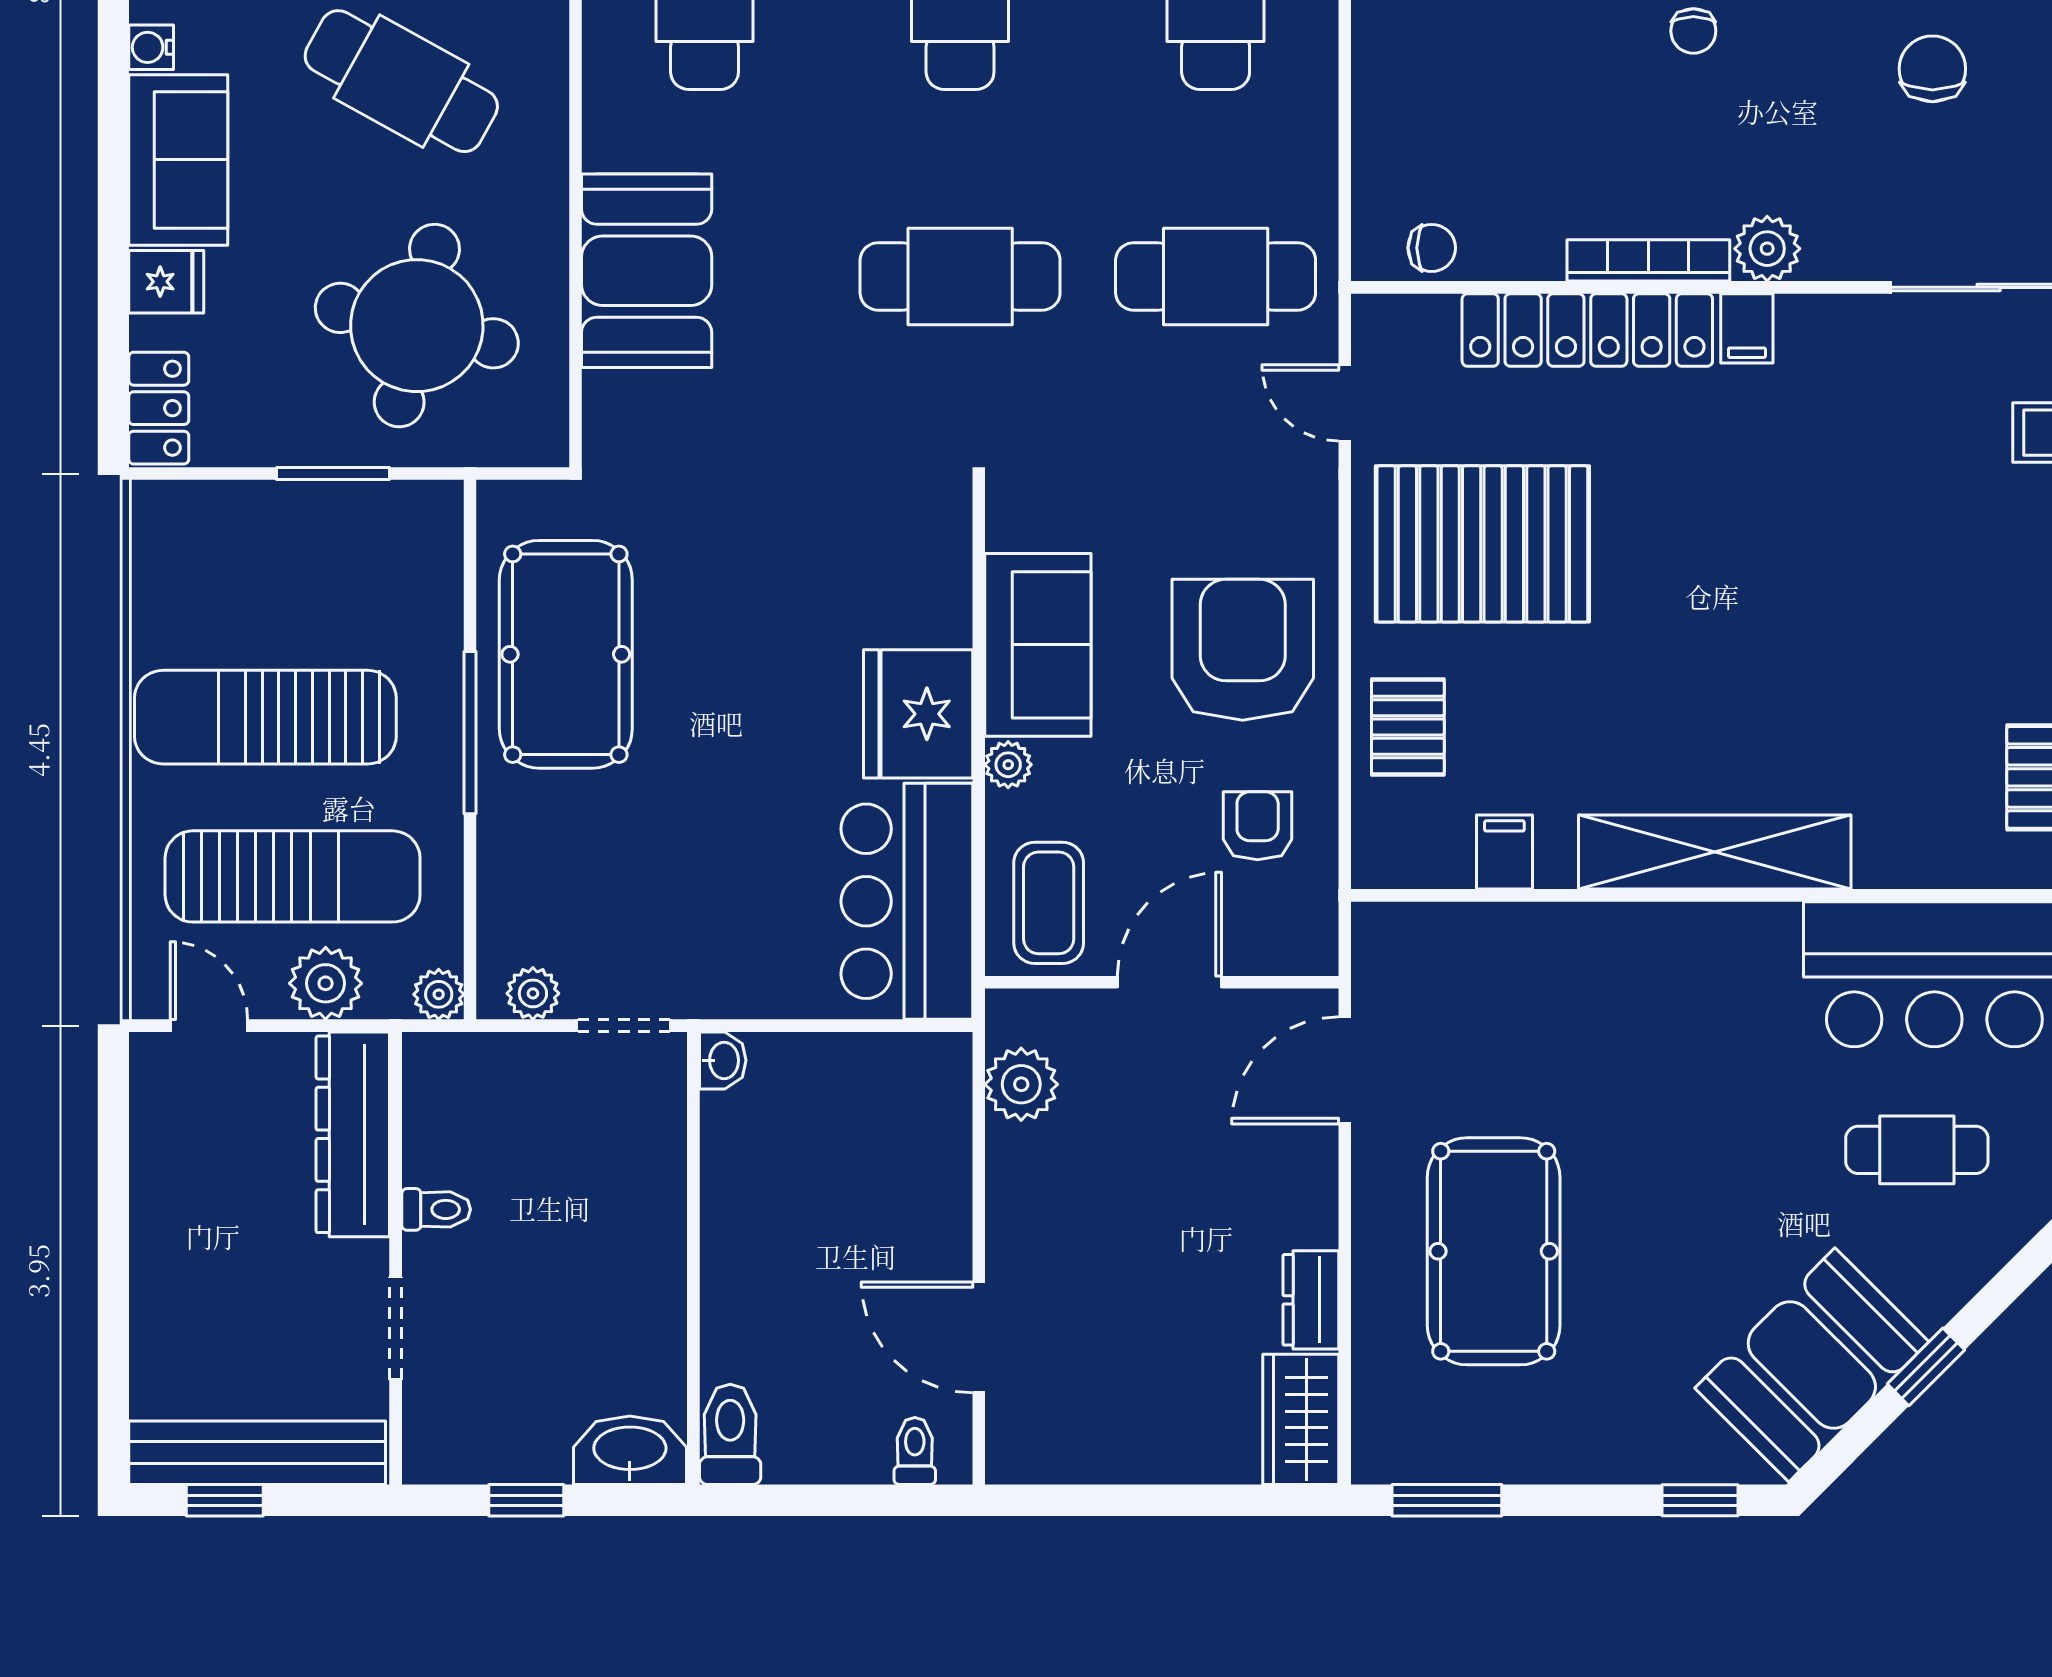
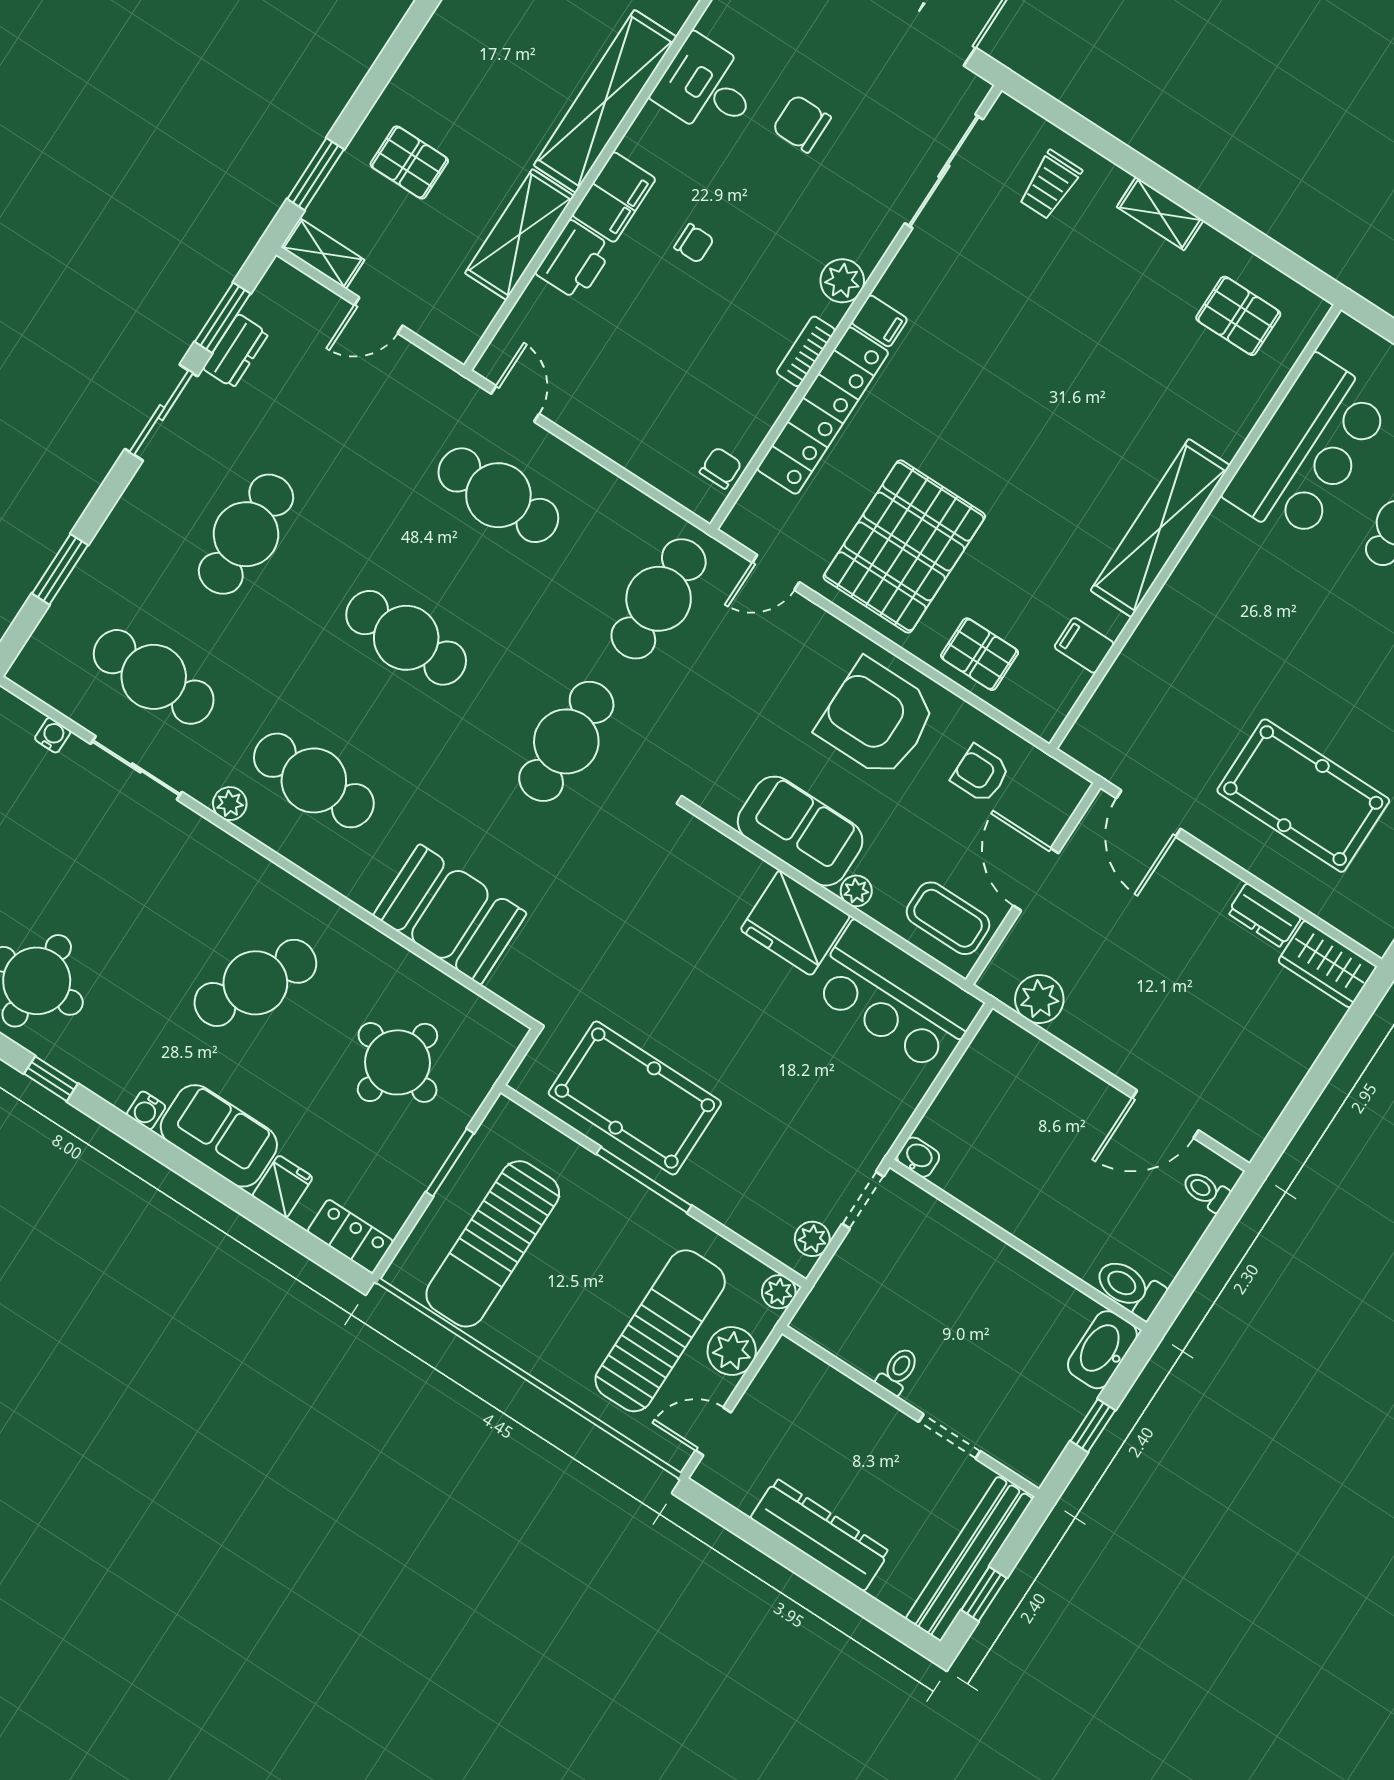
bookcase: (1648, 260) -> (806, 351), width x0.64
round table: (417, 326) -> (397, 1062), width x0.73, depth x0.73
sun lounger: (265, 717) -> (493, 1244), moved
dresser: (353, 1134) -> (820, 1535), moved, turned 180

